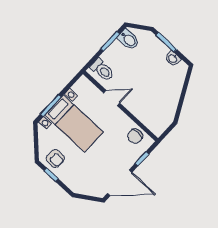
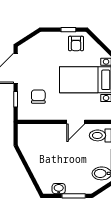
chair: (135, 136) -> (38, 97), moved
armchair: (55, 159) -> (76, 43), turned -92

